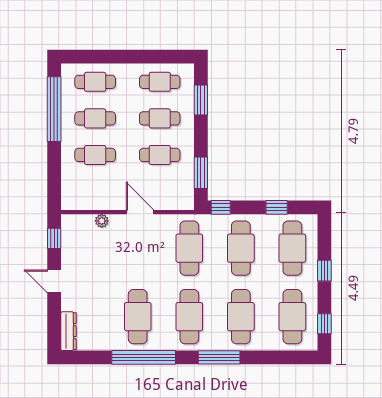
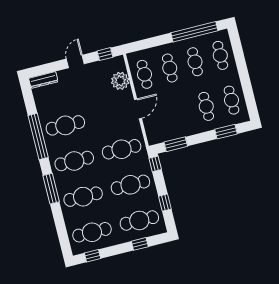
cafe table: (160, 155) -> (144, 74), moved
plant: (102, 221) -> (120, 81), width x1.87, depth x1.87
window: (324, 271) -> (140, 244), moved

